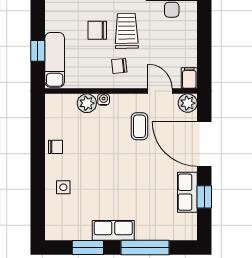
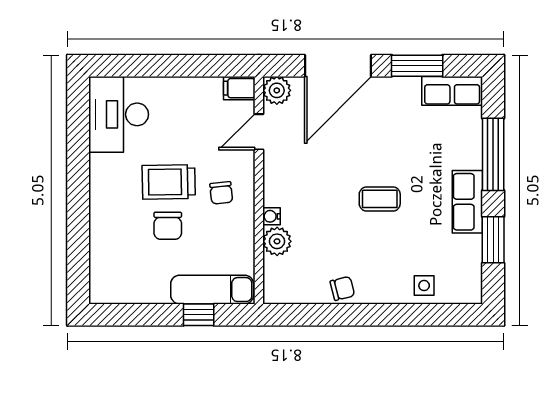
coffee table: (139, 126) -> (380, 199), moved
chair: (55, 147) -> (342, 288), turned 76
side table: (63, 187) -> (424, 286), moved
row of seats: (187, 192) -> (452, 91), moved
window: (204, 197) -> (417, 66), width x1.50

